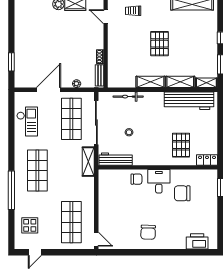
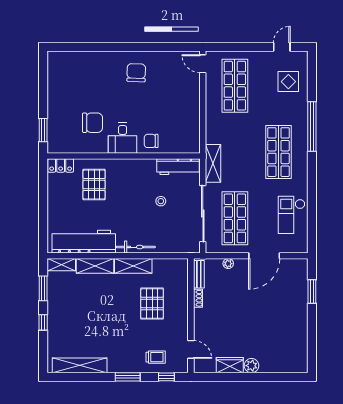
pallet: (160, 44) -> (152, 304), moved
bicycle: (128, 97) -> (136, 247), moved
printer: (197, 241) -> (73, 61), removed

